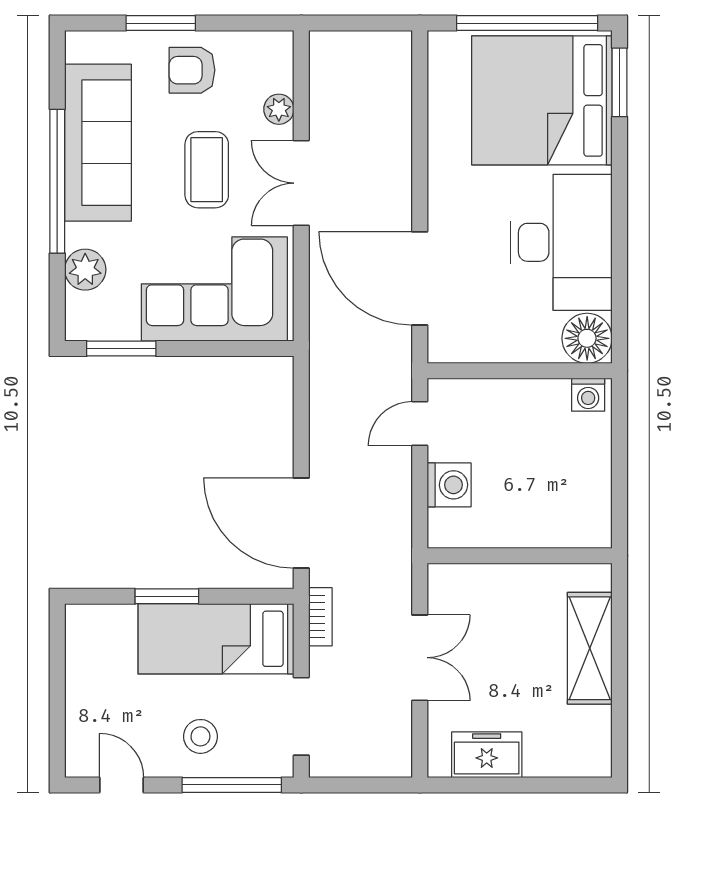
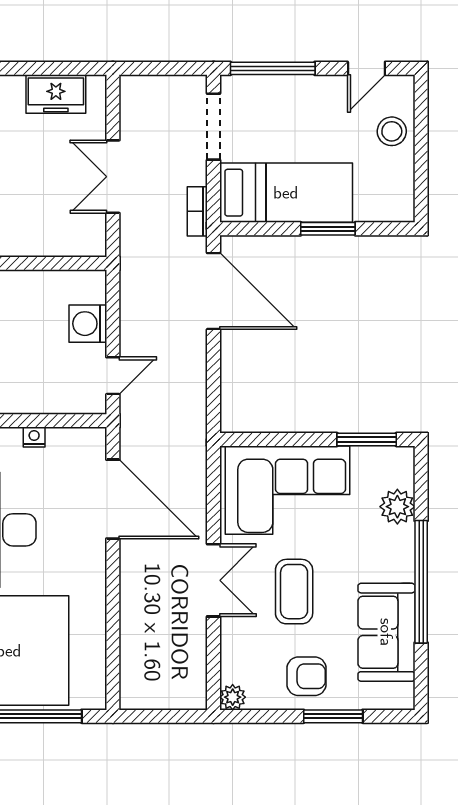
plant: (279, 109) -> (233, 697), moved
sofa: (98, 143) -> (386, 632), width x0.73
nightstand: (512, 351) -> (34, 437), added
stool: (200, 736) -> (392, 131), moved
door: (122, 785) -> (366, 68), hinge flipped

